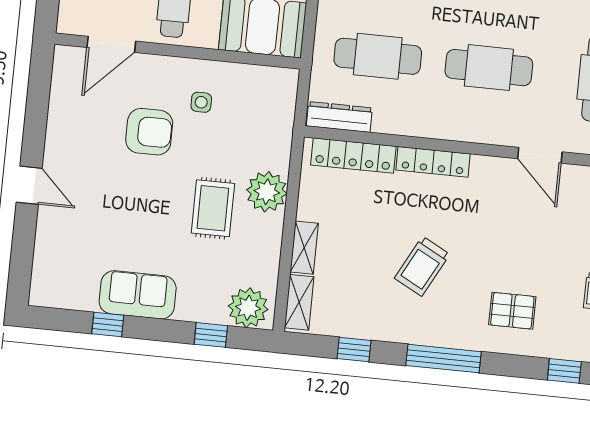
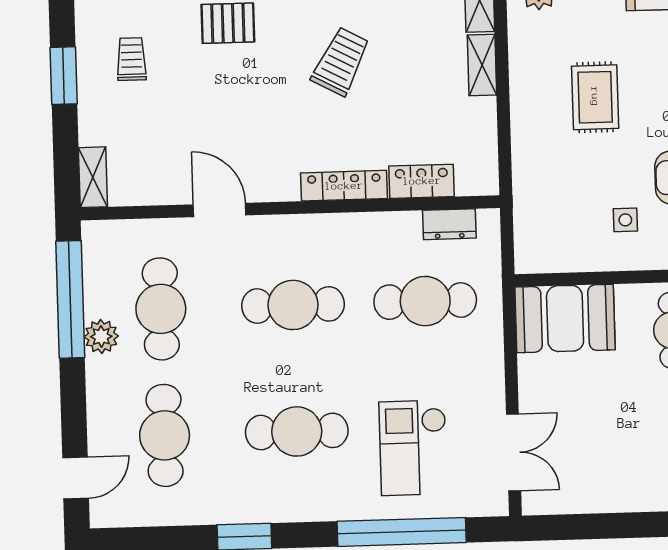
dresser: (339, 117) -> (449, 224), width x0.70
locker: (353, 156) -> (422, 181), width x0.66
plant: (267, 192) -> (535, 125), removed

